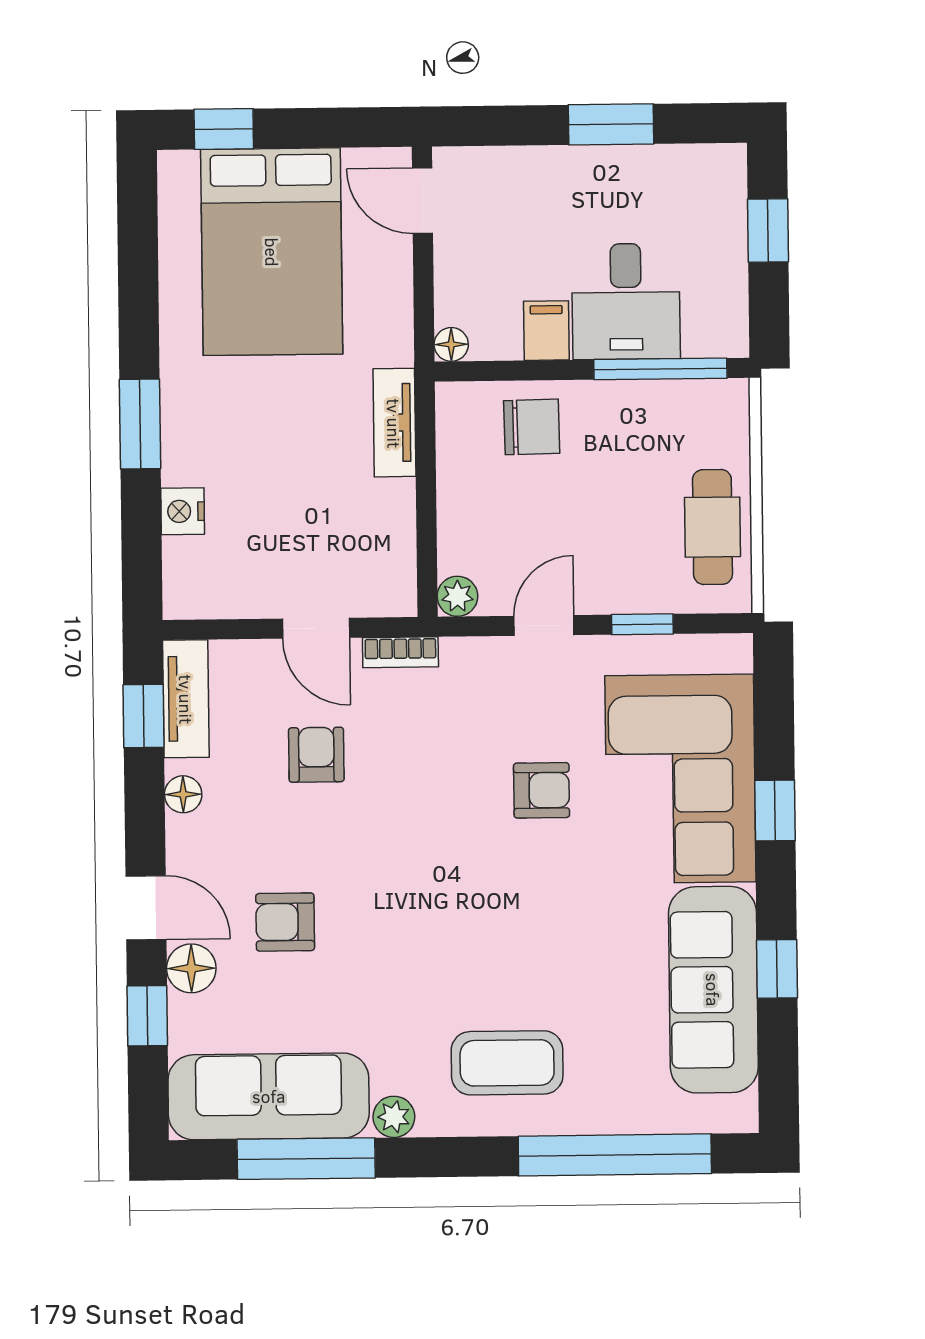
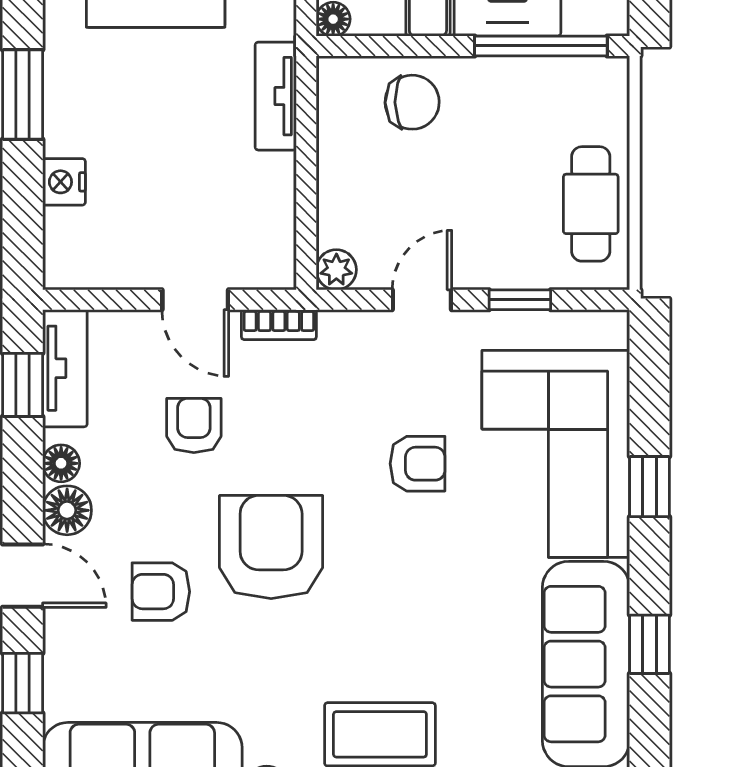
armchair: (395, 876) -> (271, 547), added
floor lamp: (191, 968) -> (67, 510), moved

